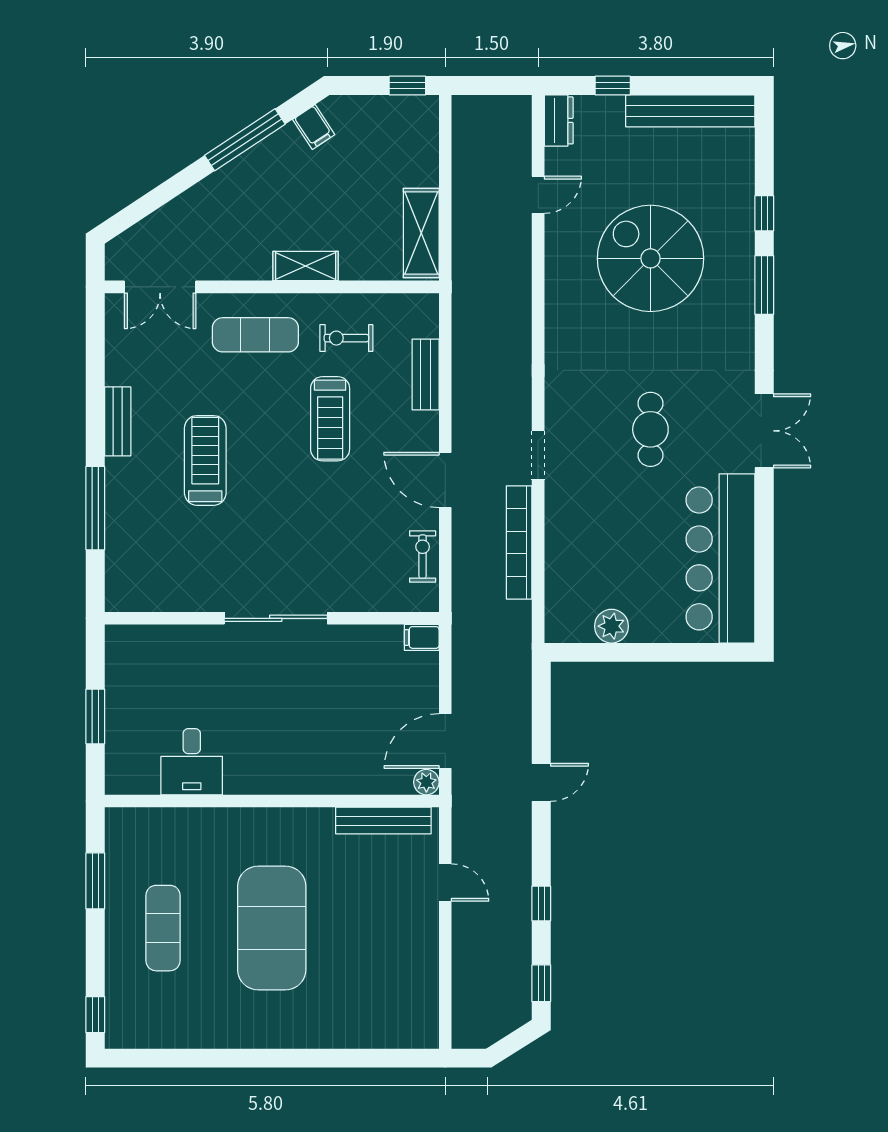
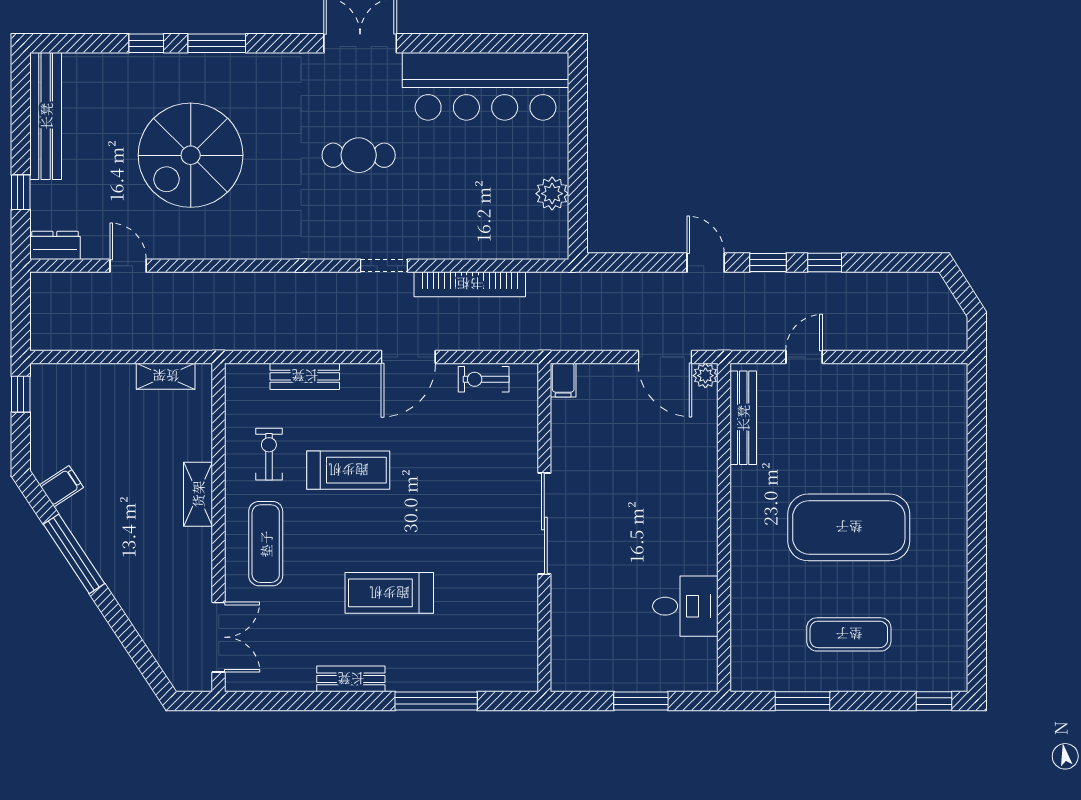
shelving: (421, 233) -> (166, 376), width x0.67, depth x0.75
exercise bike: (346, 338) -> (269, 454), turned 180
window: (541, 983) -> (768, 263), moved

